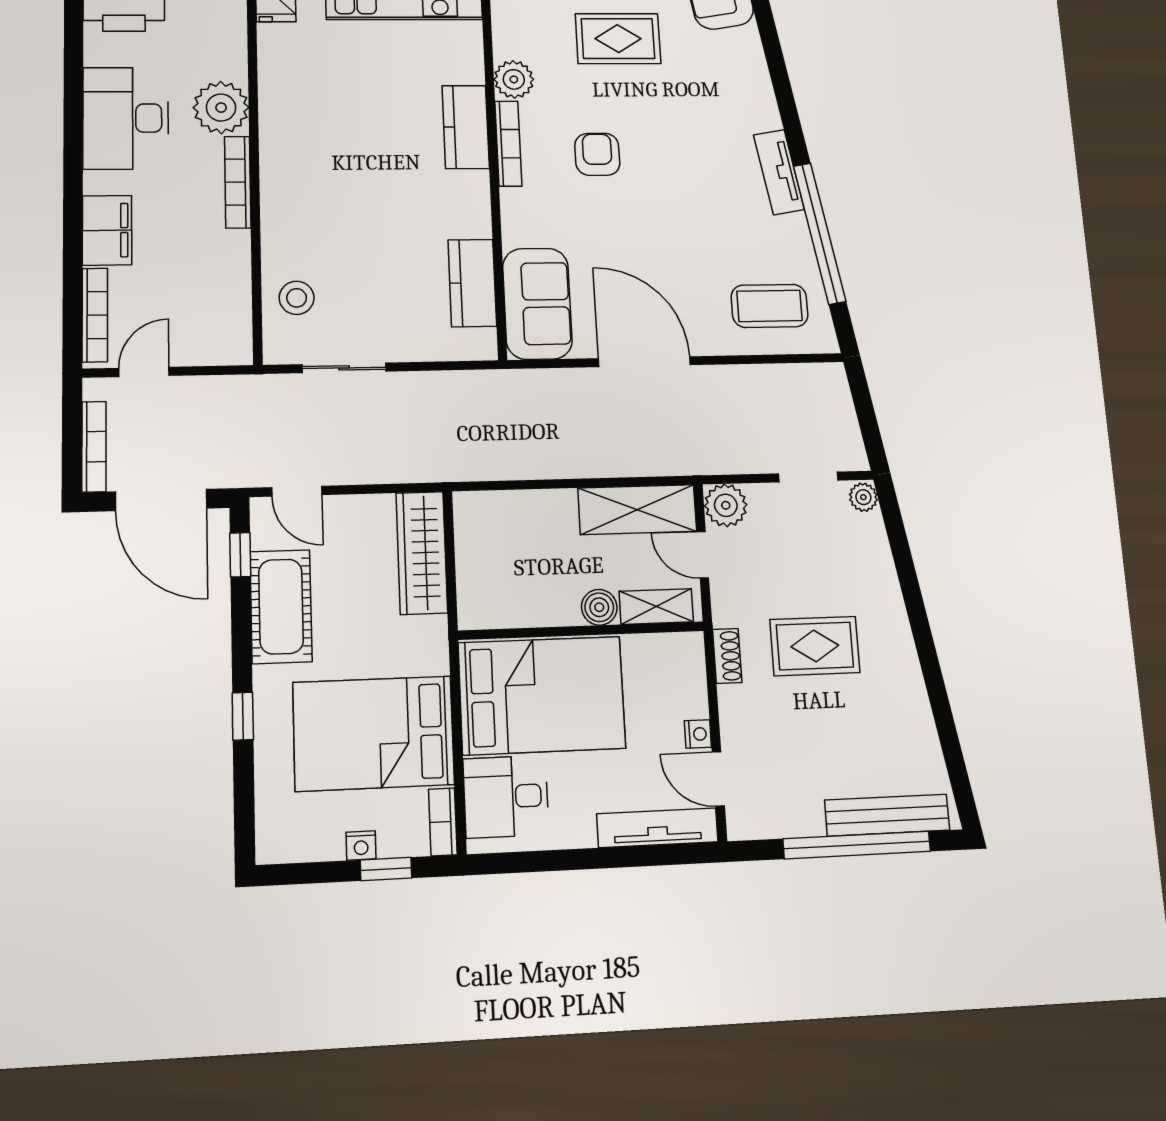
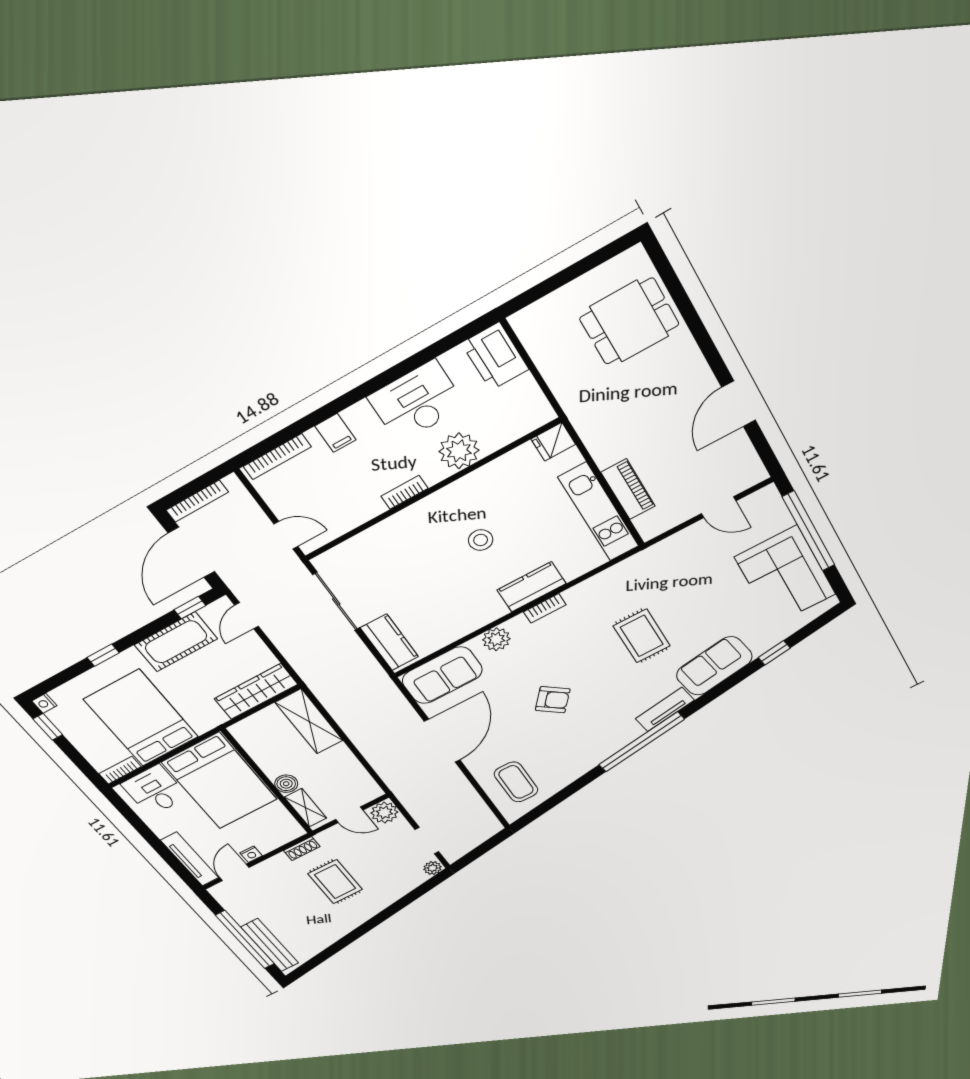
plant: (514, 79) -> (496, 639), moved
bookcase: (508, 144) -> (545, 608), width x0.64
armchair: (597, 154) -> (553, 700), moved, turned 39
tv unit: (779, 172) -> (665, 709), moved
bookcase: (238, 182) -> (404, 492), width x0.64
filing cabinet: (107, 230) -> (335, 433), width x0.50
window: (820, 233) -> (642, 742), moved
kitchen counter: (472, 283) -> (389, 642), moved, turned 90
stool: (297, 298) -> (481, 540), moved
sliding door: (344, 368) -> (336, 601), width x1.37
door: (144, 372) -> (286, 535), moved
shelving: (637, 510) -> (309, 722), moved
door: (703, 555) -> (349, 815), swing flipped
nightstand: (361, 845) -> (44, 703), moved
window: (386, 869) -> (48, 727), moved

